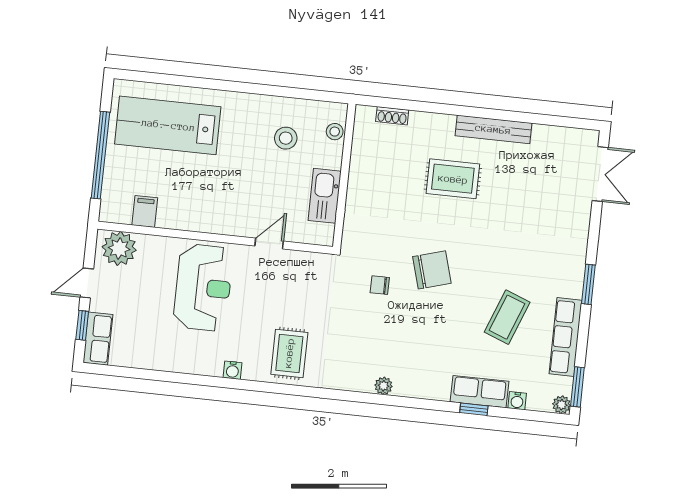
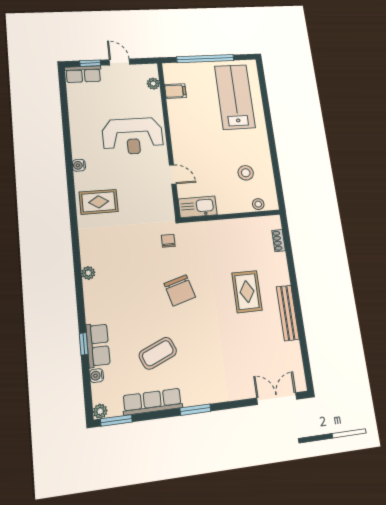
double door: (600, 174) -> (277, 399), swing flipped
kitchen sink: (325, 196) -> (198, 207), moved
plant: (119, 248) -> (153, 84), width x0.53, depth x0.53
chair: (380, 285) -> (168, 241), moved
coffee table: (507, 317) -> (158, 353), turned -44

